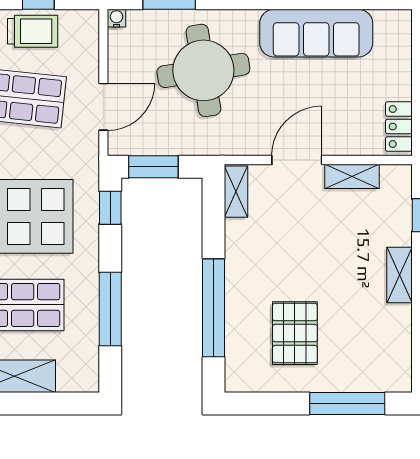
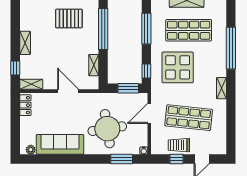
plant: (386, 20) -> (31, 150), added
door: (297, 160) -> (68, 91), swing flipped
shelving: (352, 176) -> (31, 84), moved
shelving: (236, 192) -> (94, 65), moved
pallet: (295, 333) -> (69, 18), turned 90

